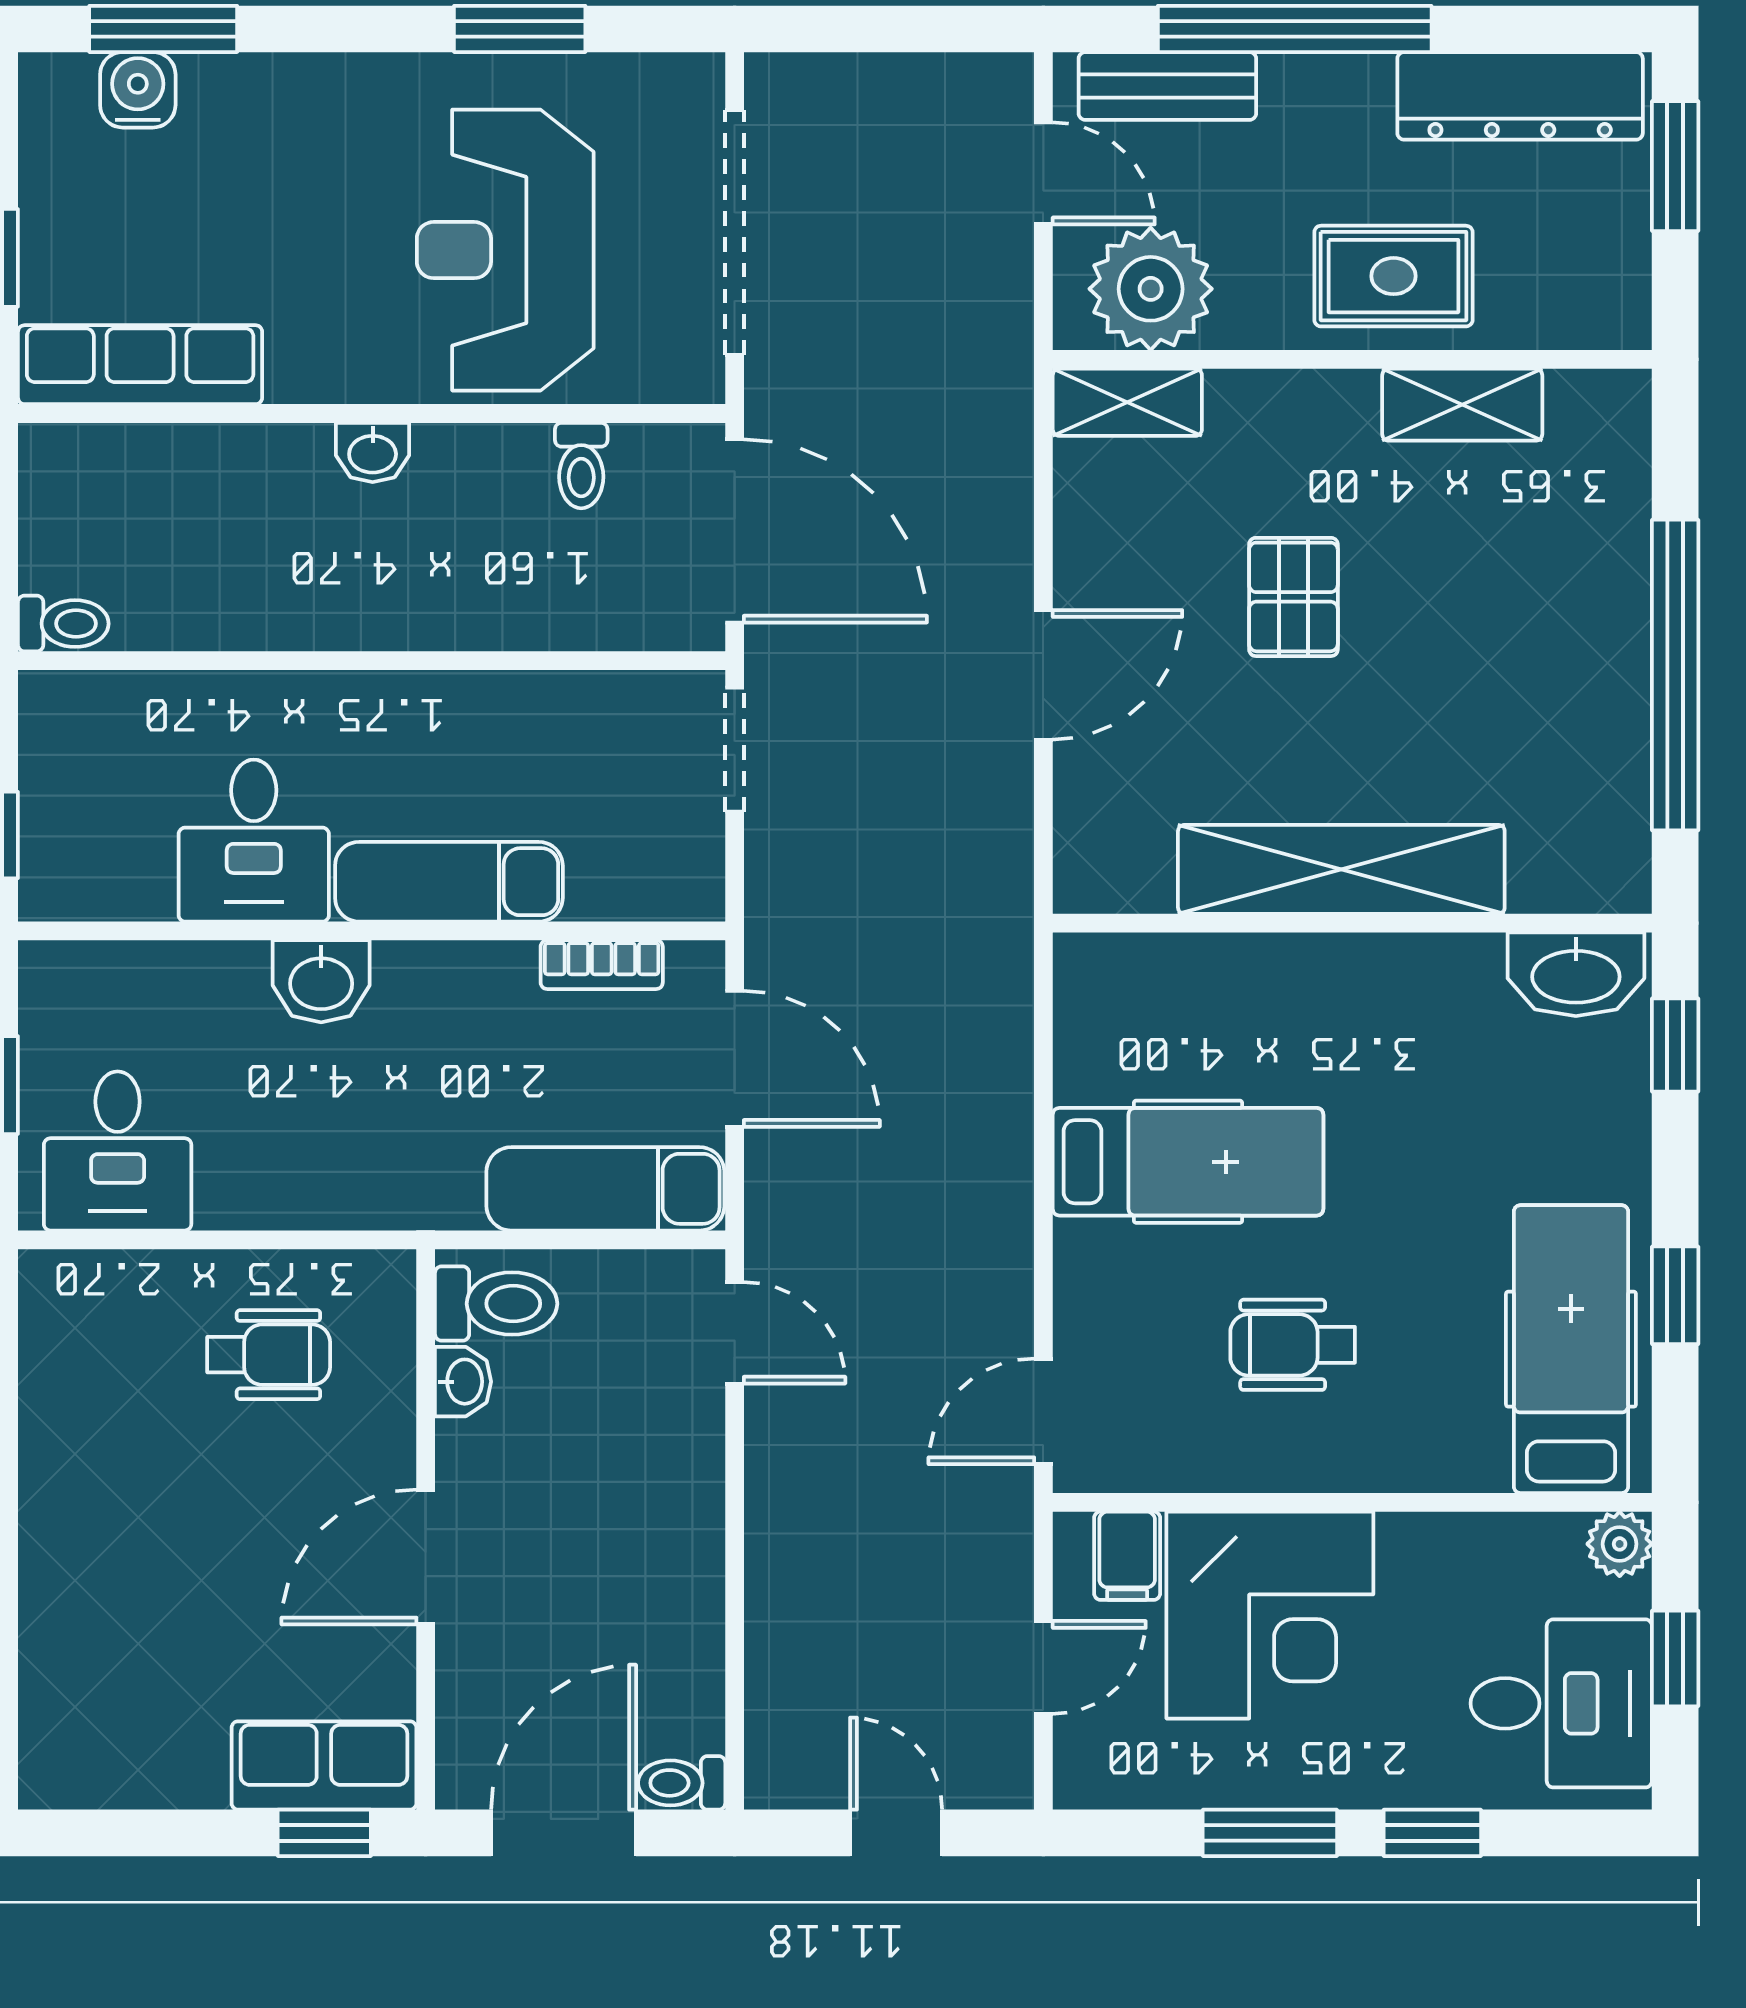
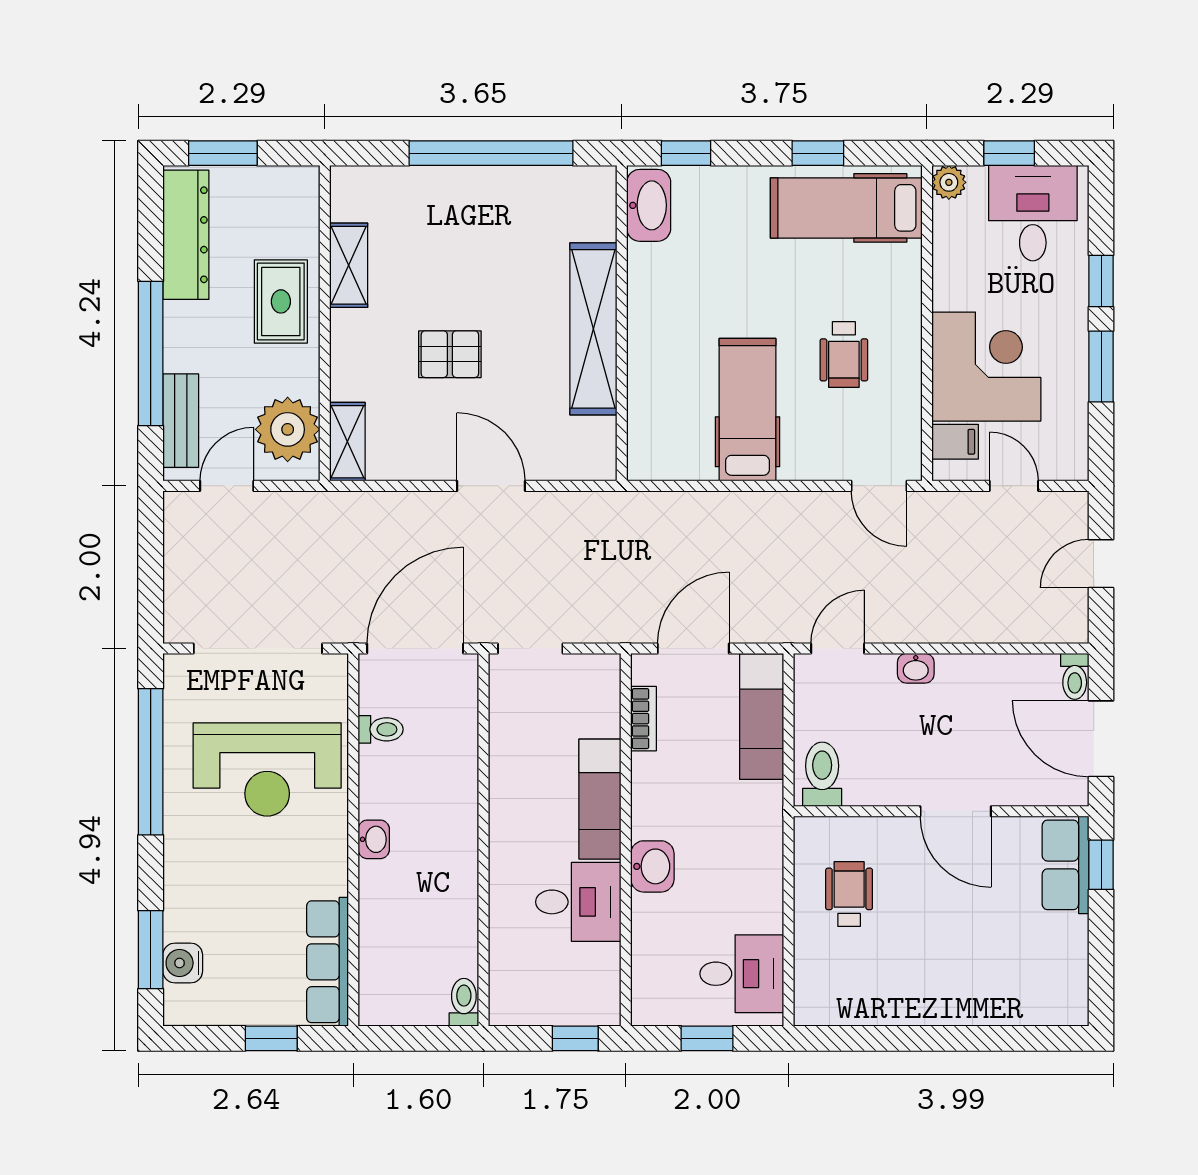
window: (520, 29) -> (151, 762), width x2.11
washbasin: (463, 1382) -> (916, 668), moved, turned 180

